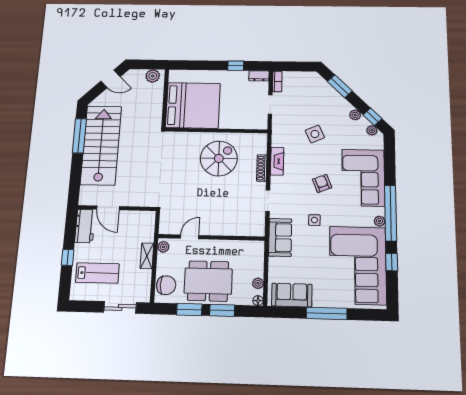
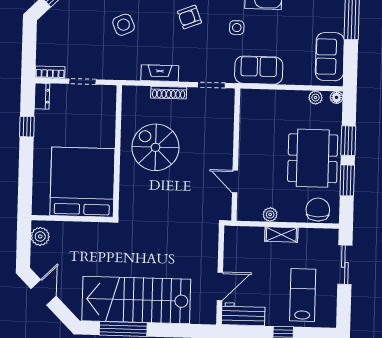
door: (190, 237) -> (235, 182), moved
wall: (211, 237) -> (236, 155), moved

